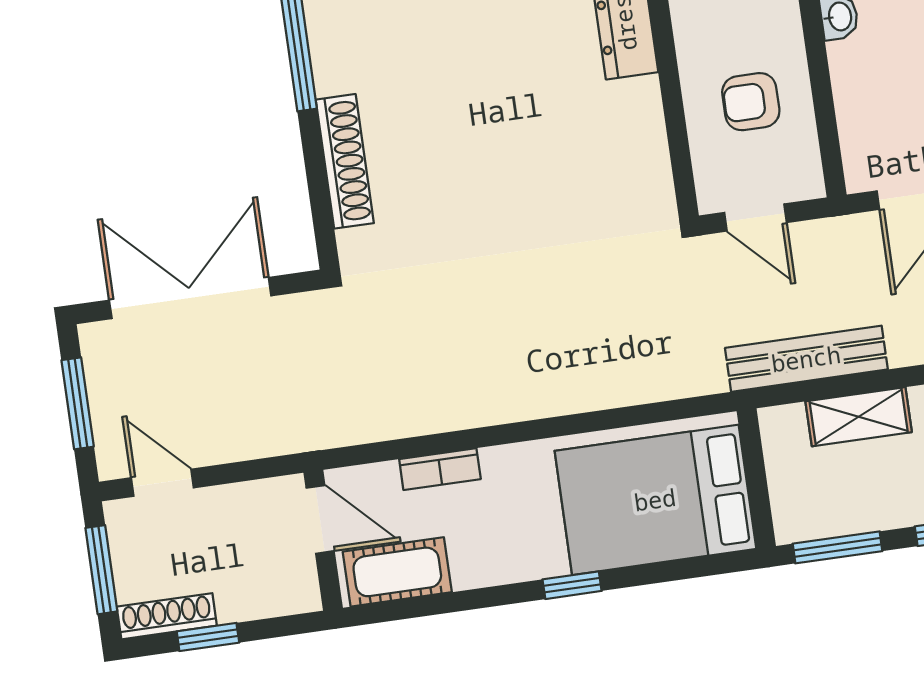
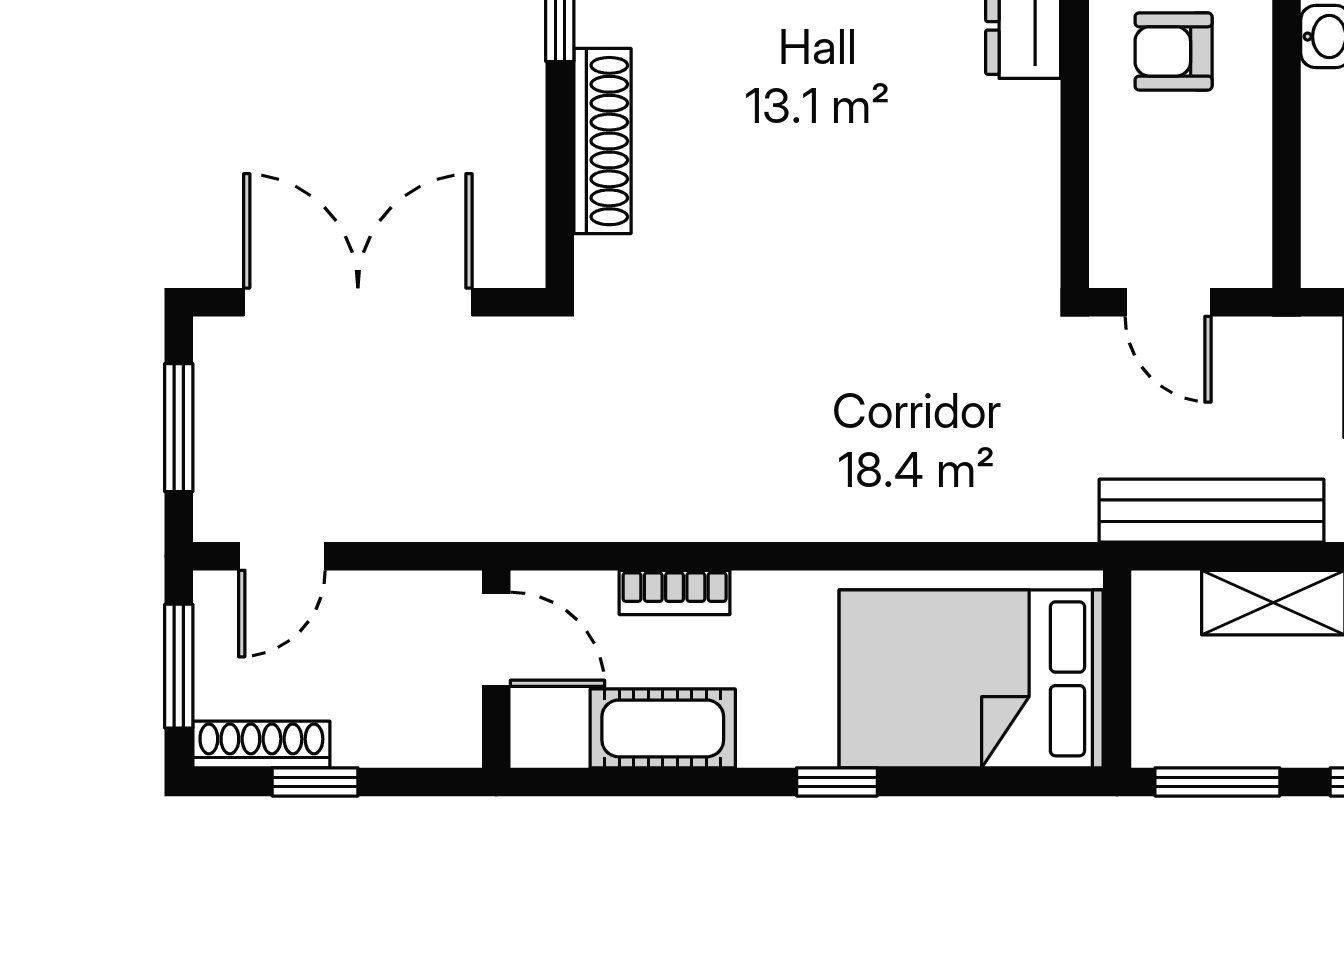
armchair: (751, 102) -> (1174, 51), moved
door: (162, 483) -> (282, 556), swing flipped
cot: (397, 572) -> (663, 728), moved

